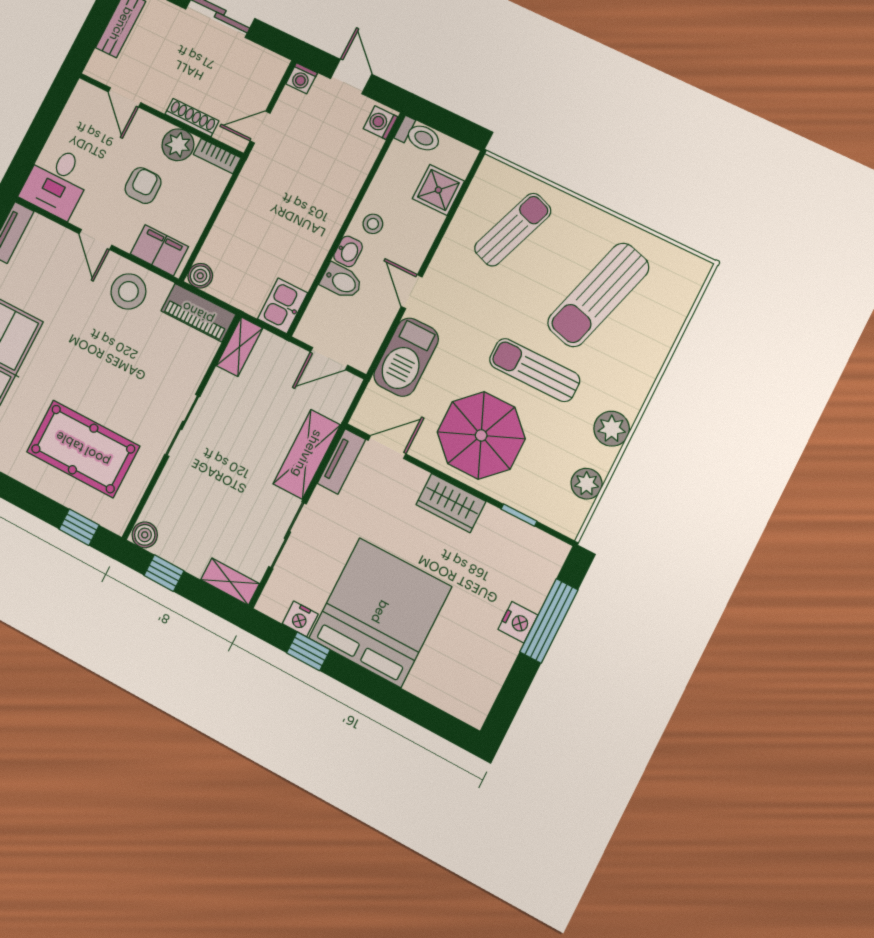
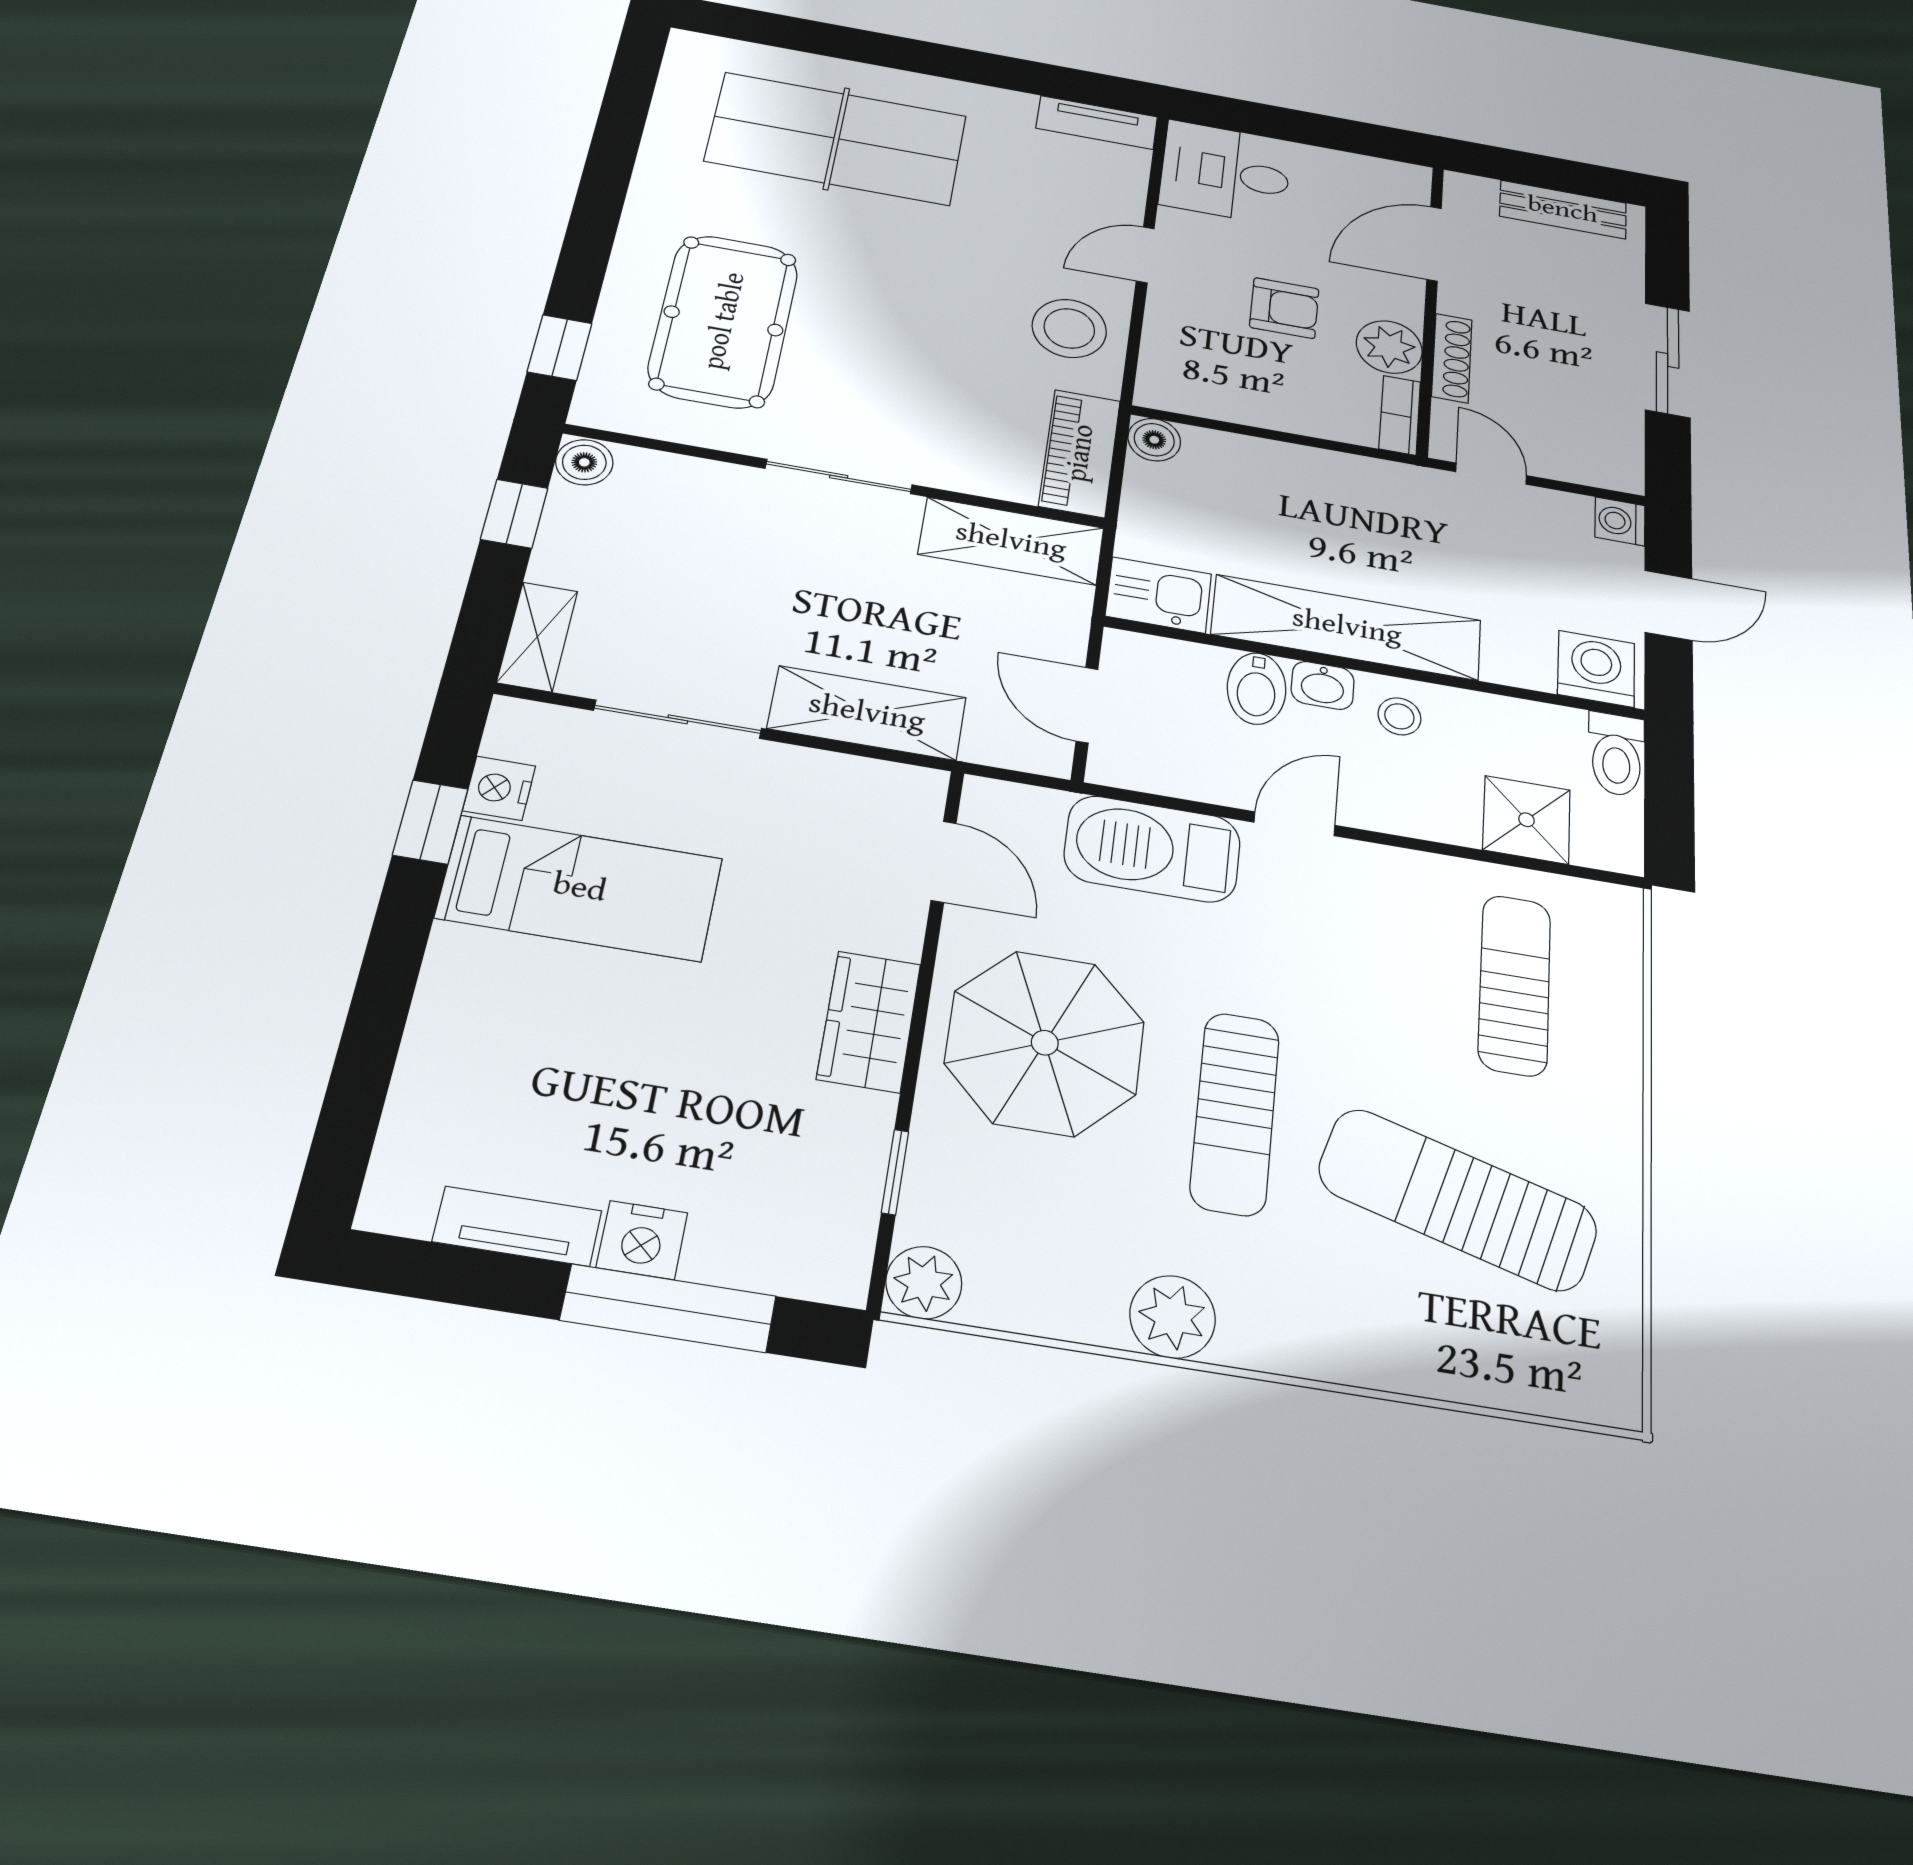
door: (124, 97) -> (1434, 244), width x1.38
washing machine: (381, 123) -> (1596, 669), width x1.38, depth x1.38
shelving: (322, 228) -> (1347, 627), added
sun lounger: (513, 230) -> (1515, 985), turned -110
filing cabinet: (159, 250) -> (1173, 361), removed
shelving: (239, 347) -> (1011, 541), width x1.50, depth x1.33
sun lounger: (535, 370) -> (1235, 1113), turned 180
tv unit: (342, 461) -> (517, 1226), moved, turned 180
plant: (587, 484) -> (924, 1283), moved
bed: (380, 612) -> (580, 888), width x0.49

